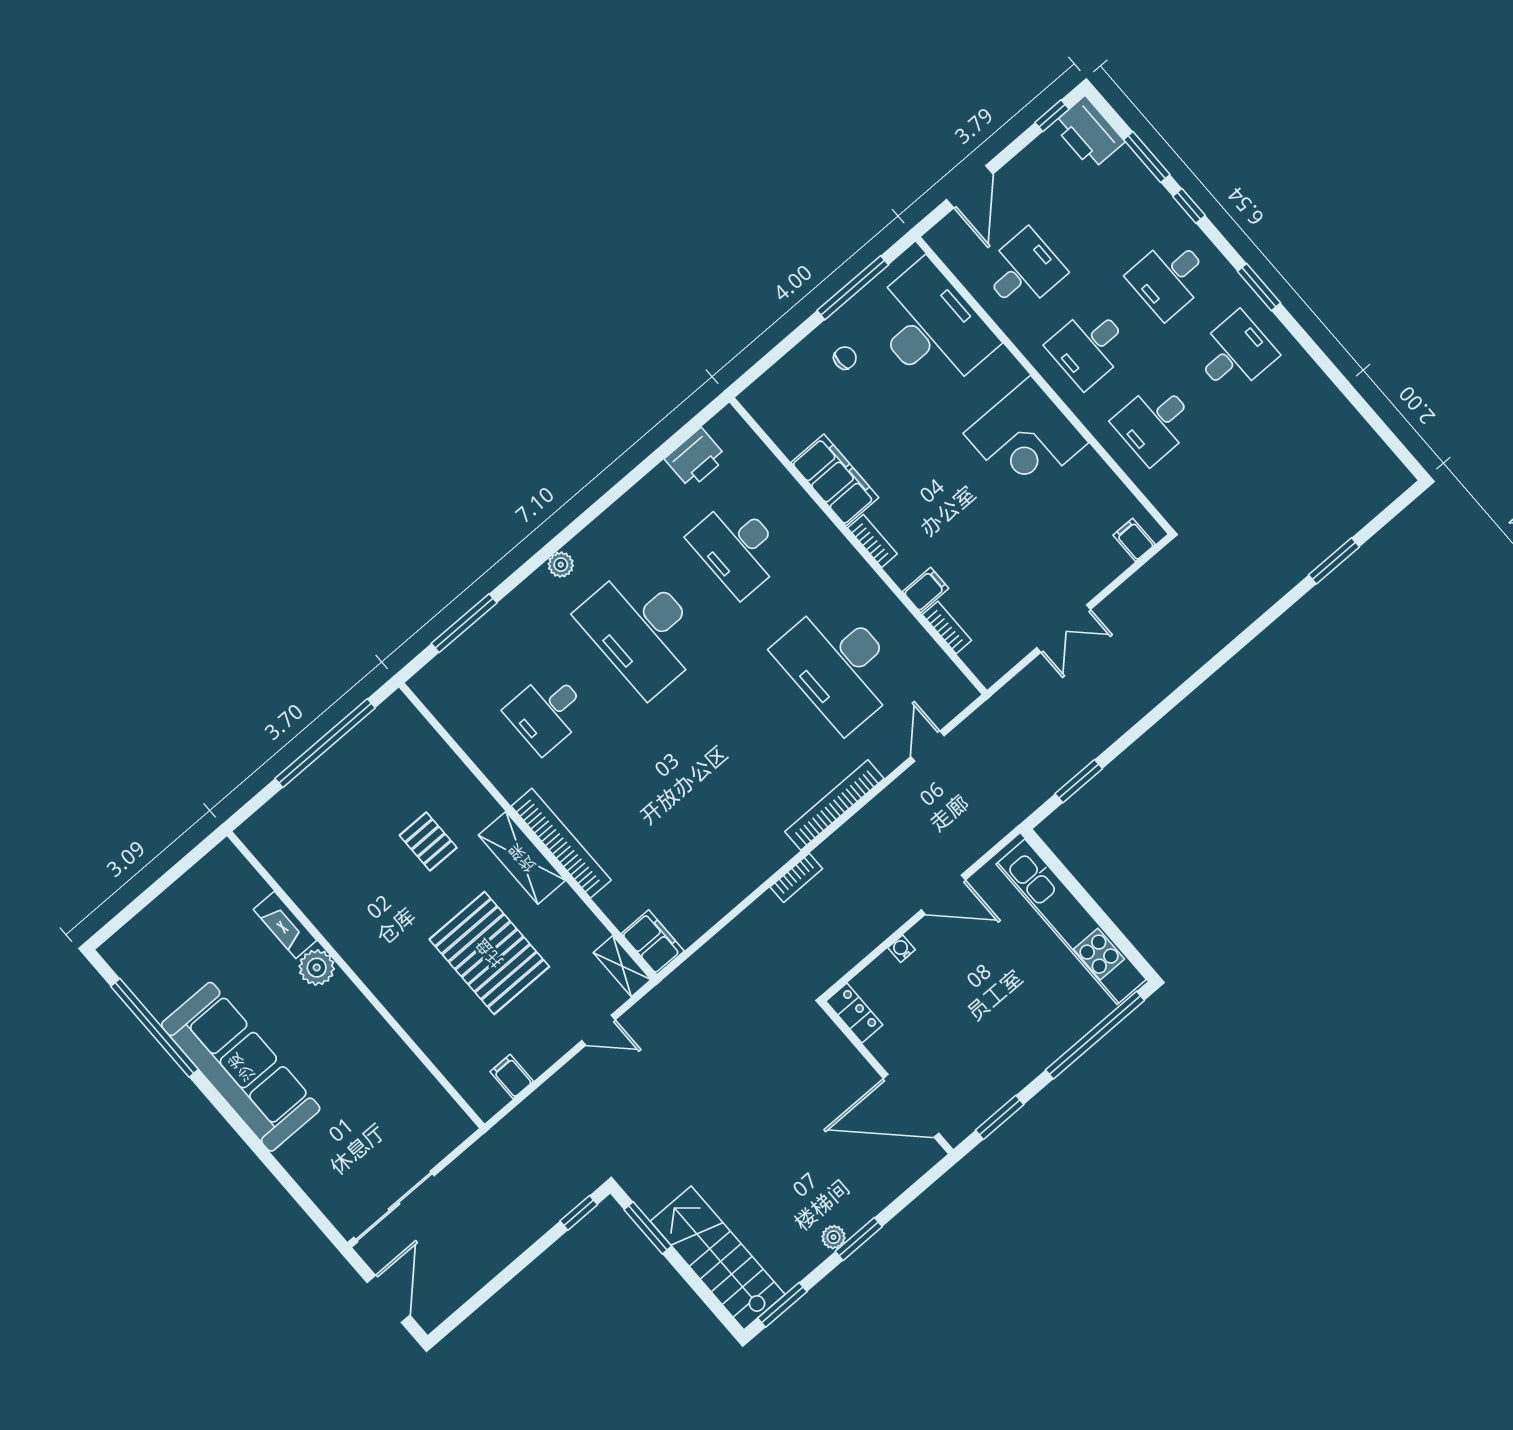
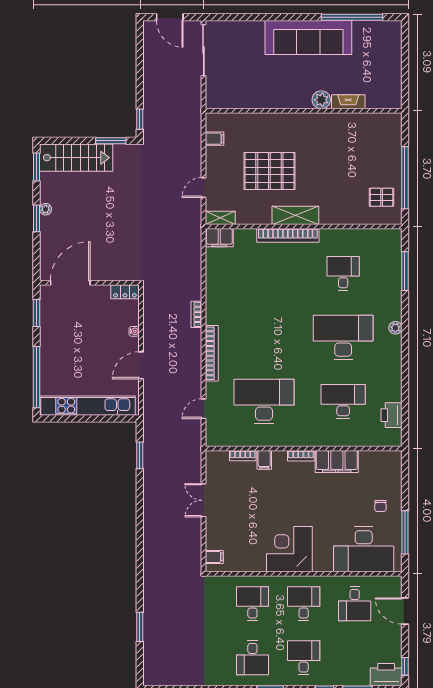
door: (927, 746) -> (203, 409), swing flipped
pallet: (428, 841) -> (382, 197), moved

